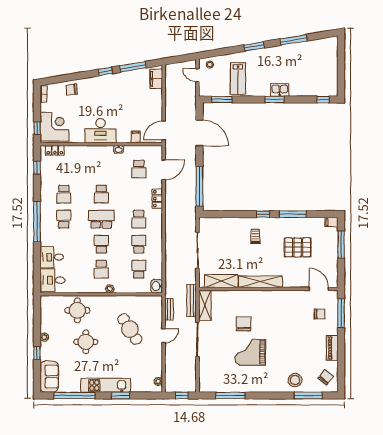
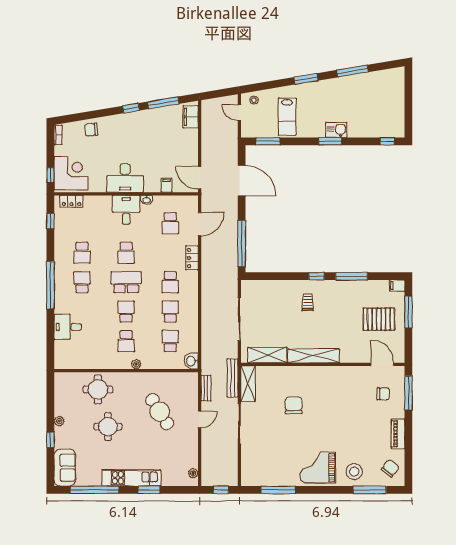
door: (164, 130) -> (200, 178), hinge flipped
pallet: (298, 247) -> (379, 319), moved
desk: (53, 280) -> (126, 210), moved, turned 90
grand piano: (250, 352) -> (318, 468), moved

